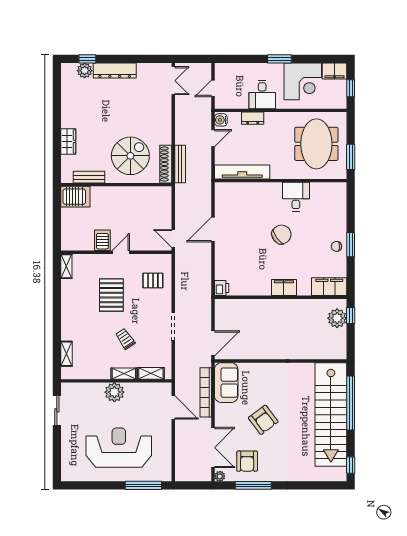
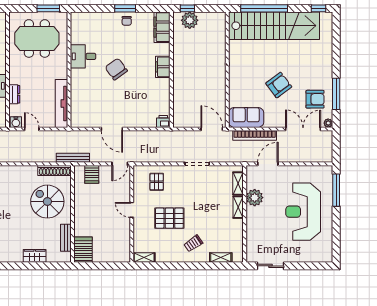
bench: (180, 164) -> (73, 158), moved
server rack: (102, 240) -> (92, 174), moved, turned -90
trolley: (125, 339) -> (193, 243), moved
plant: (114, 392) -> (255, 198), moved

